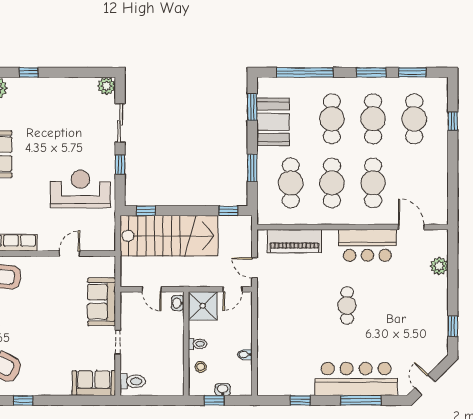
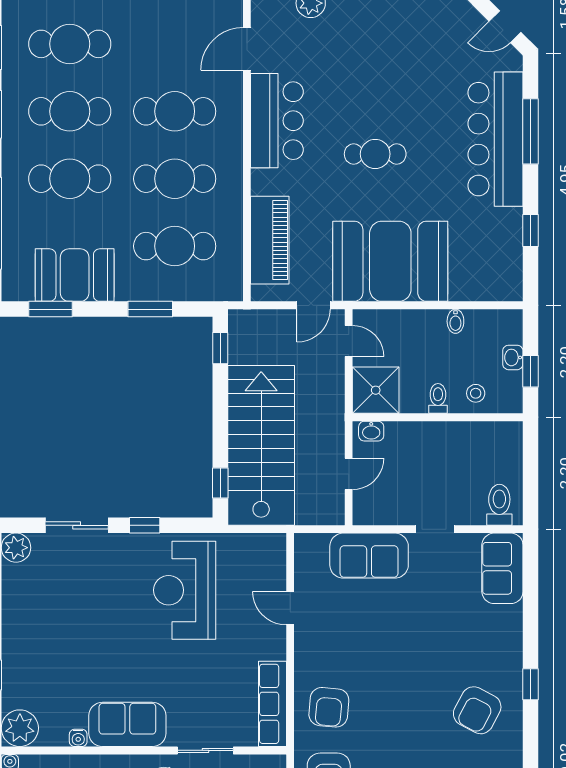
booth: (281, 315) -> (390, 261), added

